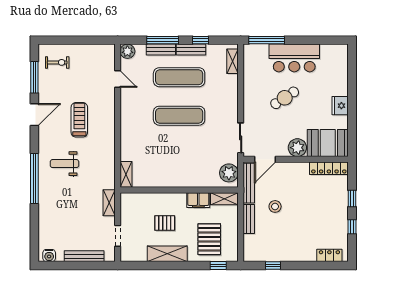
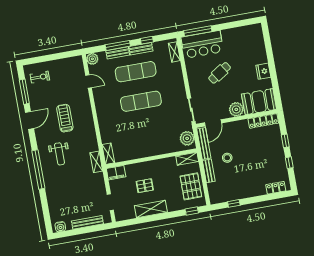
bar counter: (294, 58) -> (202, 44), moved
weight bench: (65, 164) -> (59, 154), turned -90
filing cabinet: (198, 200) -> (116, 173), moved
shelving: (109, 203) -> (96, 162), moved
pallet: (209, 239) -> (191, 186), moved

